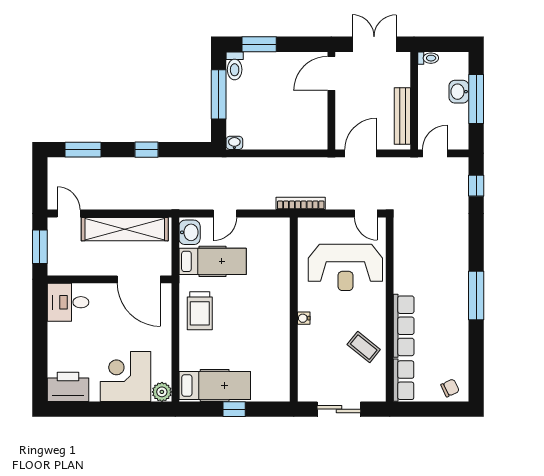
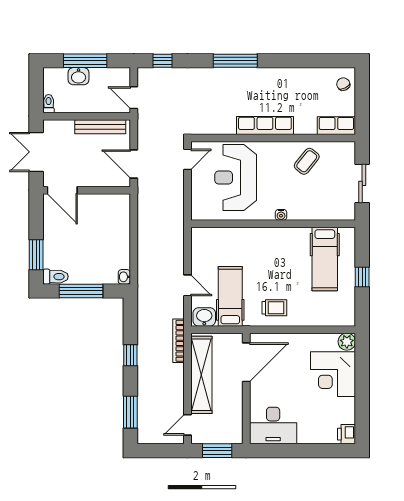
bookcase: (301, 203) -> (178, 341), moved
reception desk: (345, 267) -> (236, 178), turned 180
window: (476, 295) -> (235, 61), moved
desk: (68, 302) -> (273, 425), width x1.37
trolley: (200, 311) -> (274, 308), width x0.73, depth x0.72
row of seats: (404, 326) -> (265, 126), moved
hospital bed: (215, 385) -> (325, 259), moved, turned 180
printer: (68, 387) -> (347, 434), width x0.53, depth x0.68

